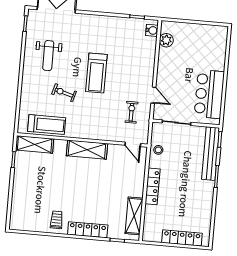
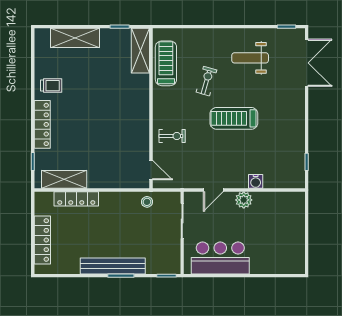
water cooler: (152, 30) -> (256, 181), moved
plant: (166, 40) -> (244, 200), moved
exercise bike: (131, 112) -> (172, 136), moved
treadmill: (47, 125) -> (166, 63), turned 180
door: (133, 144) -> (151, 170), swing flipped
shelving: (87, 150) -> (75, 38), moved, turned 90
bench: (211, 154) -> (113, 266), moved
locker: (153, 186) -> (76, 199), moved

